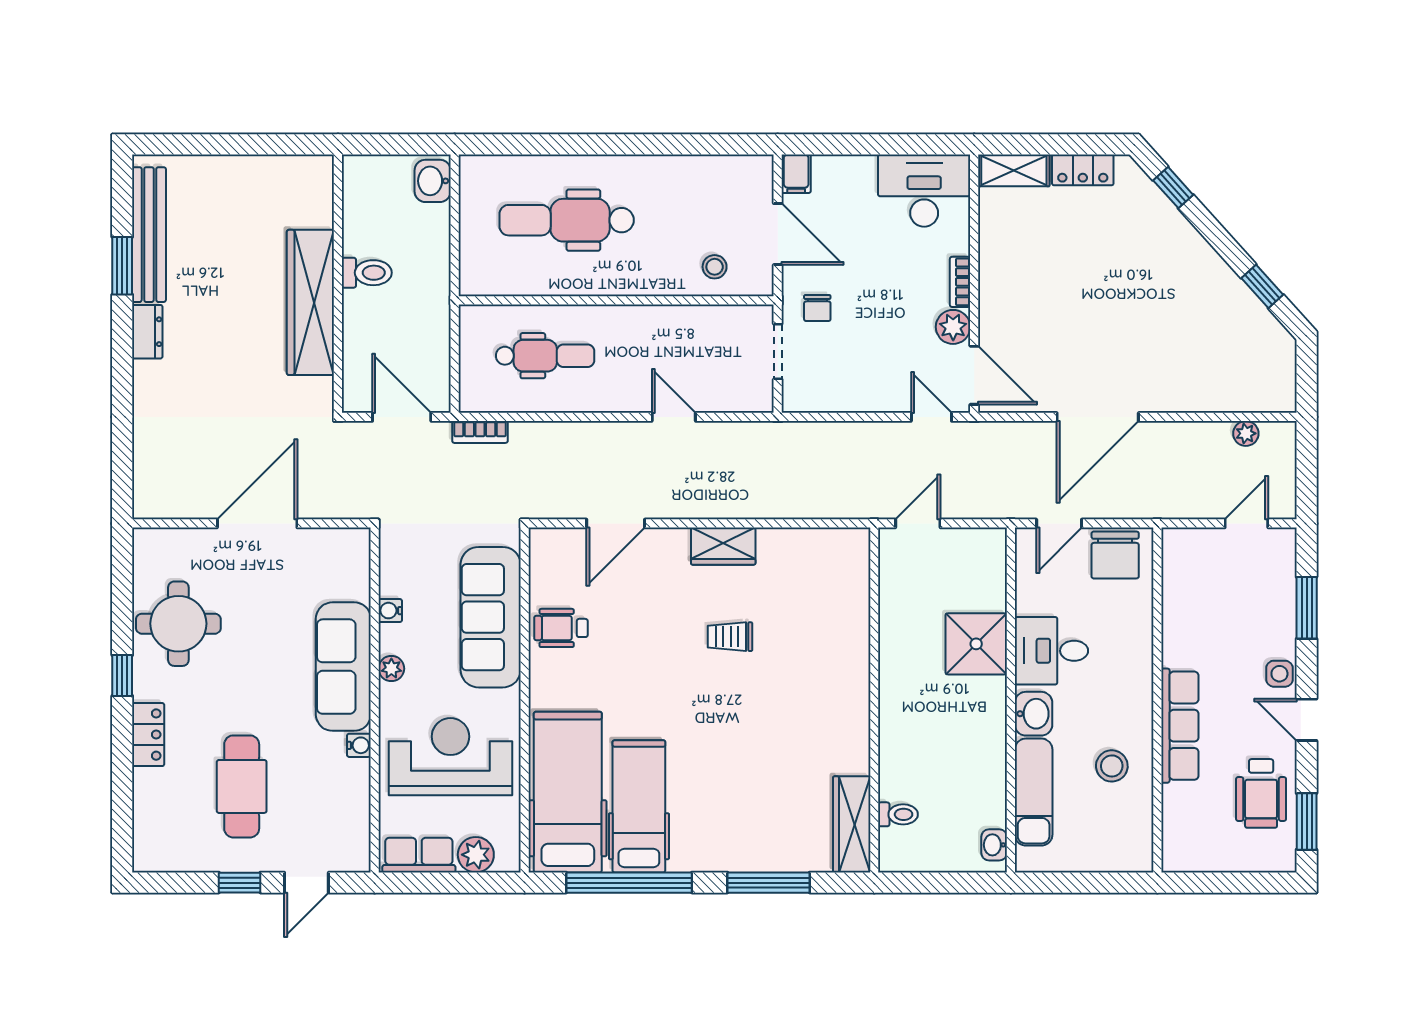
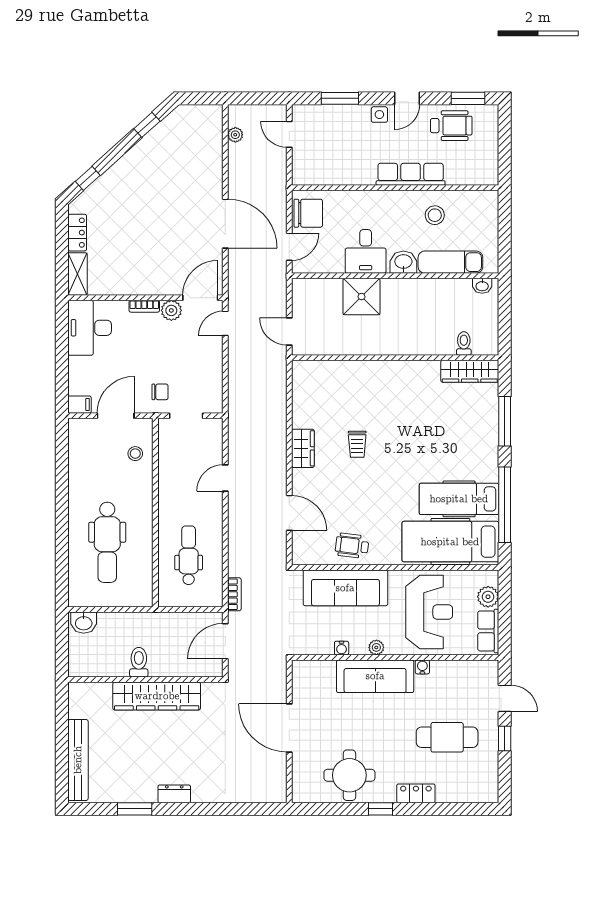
bench: (149, 235) -> (78, 760), moved, turned 90
door: (1059, 523) -> (289, 247), hinge flipped
wheelchair: (561, 628) -> (352, 546), turned 97
reception desk: (450, 757) -> (429, 612), turned 180

